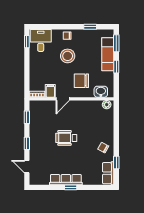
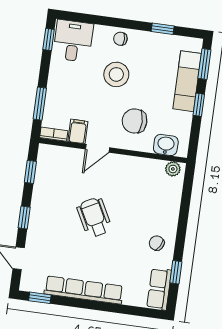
window: (27, 78) -> (40, 104), added
wheelchair: (66, 138) -> (94, 217), turned 62
row of seats: (66, 180) -> (84, 290), width x1.36
window: (71, 187) -> (40, 298), moved

